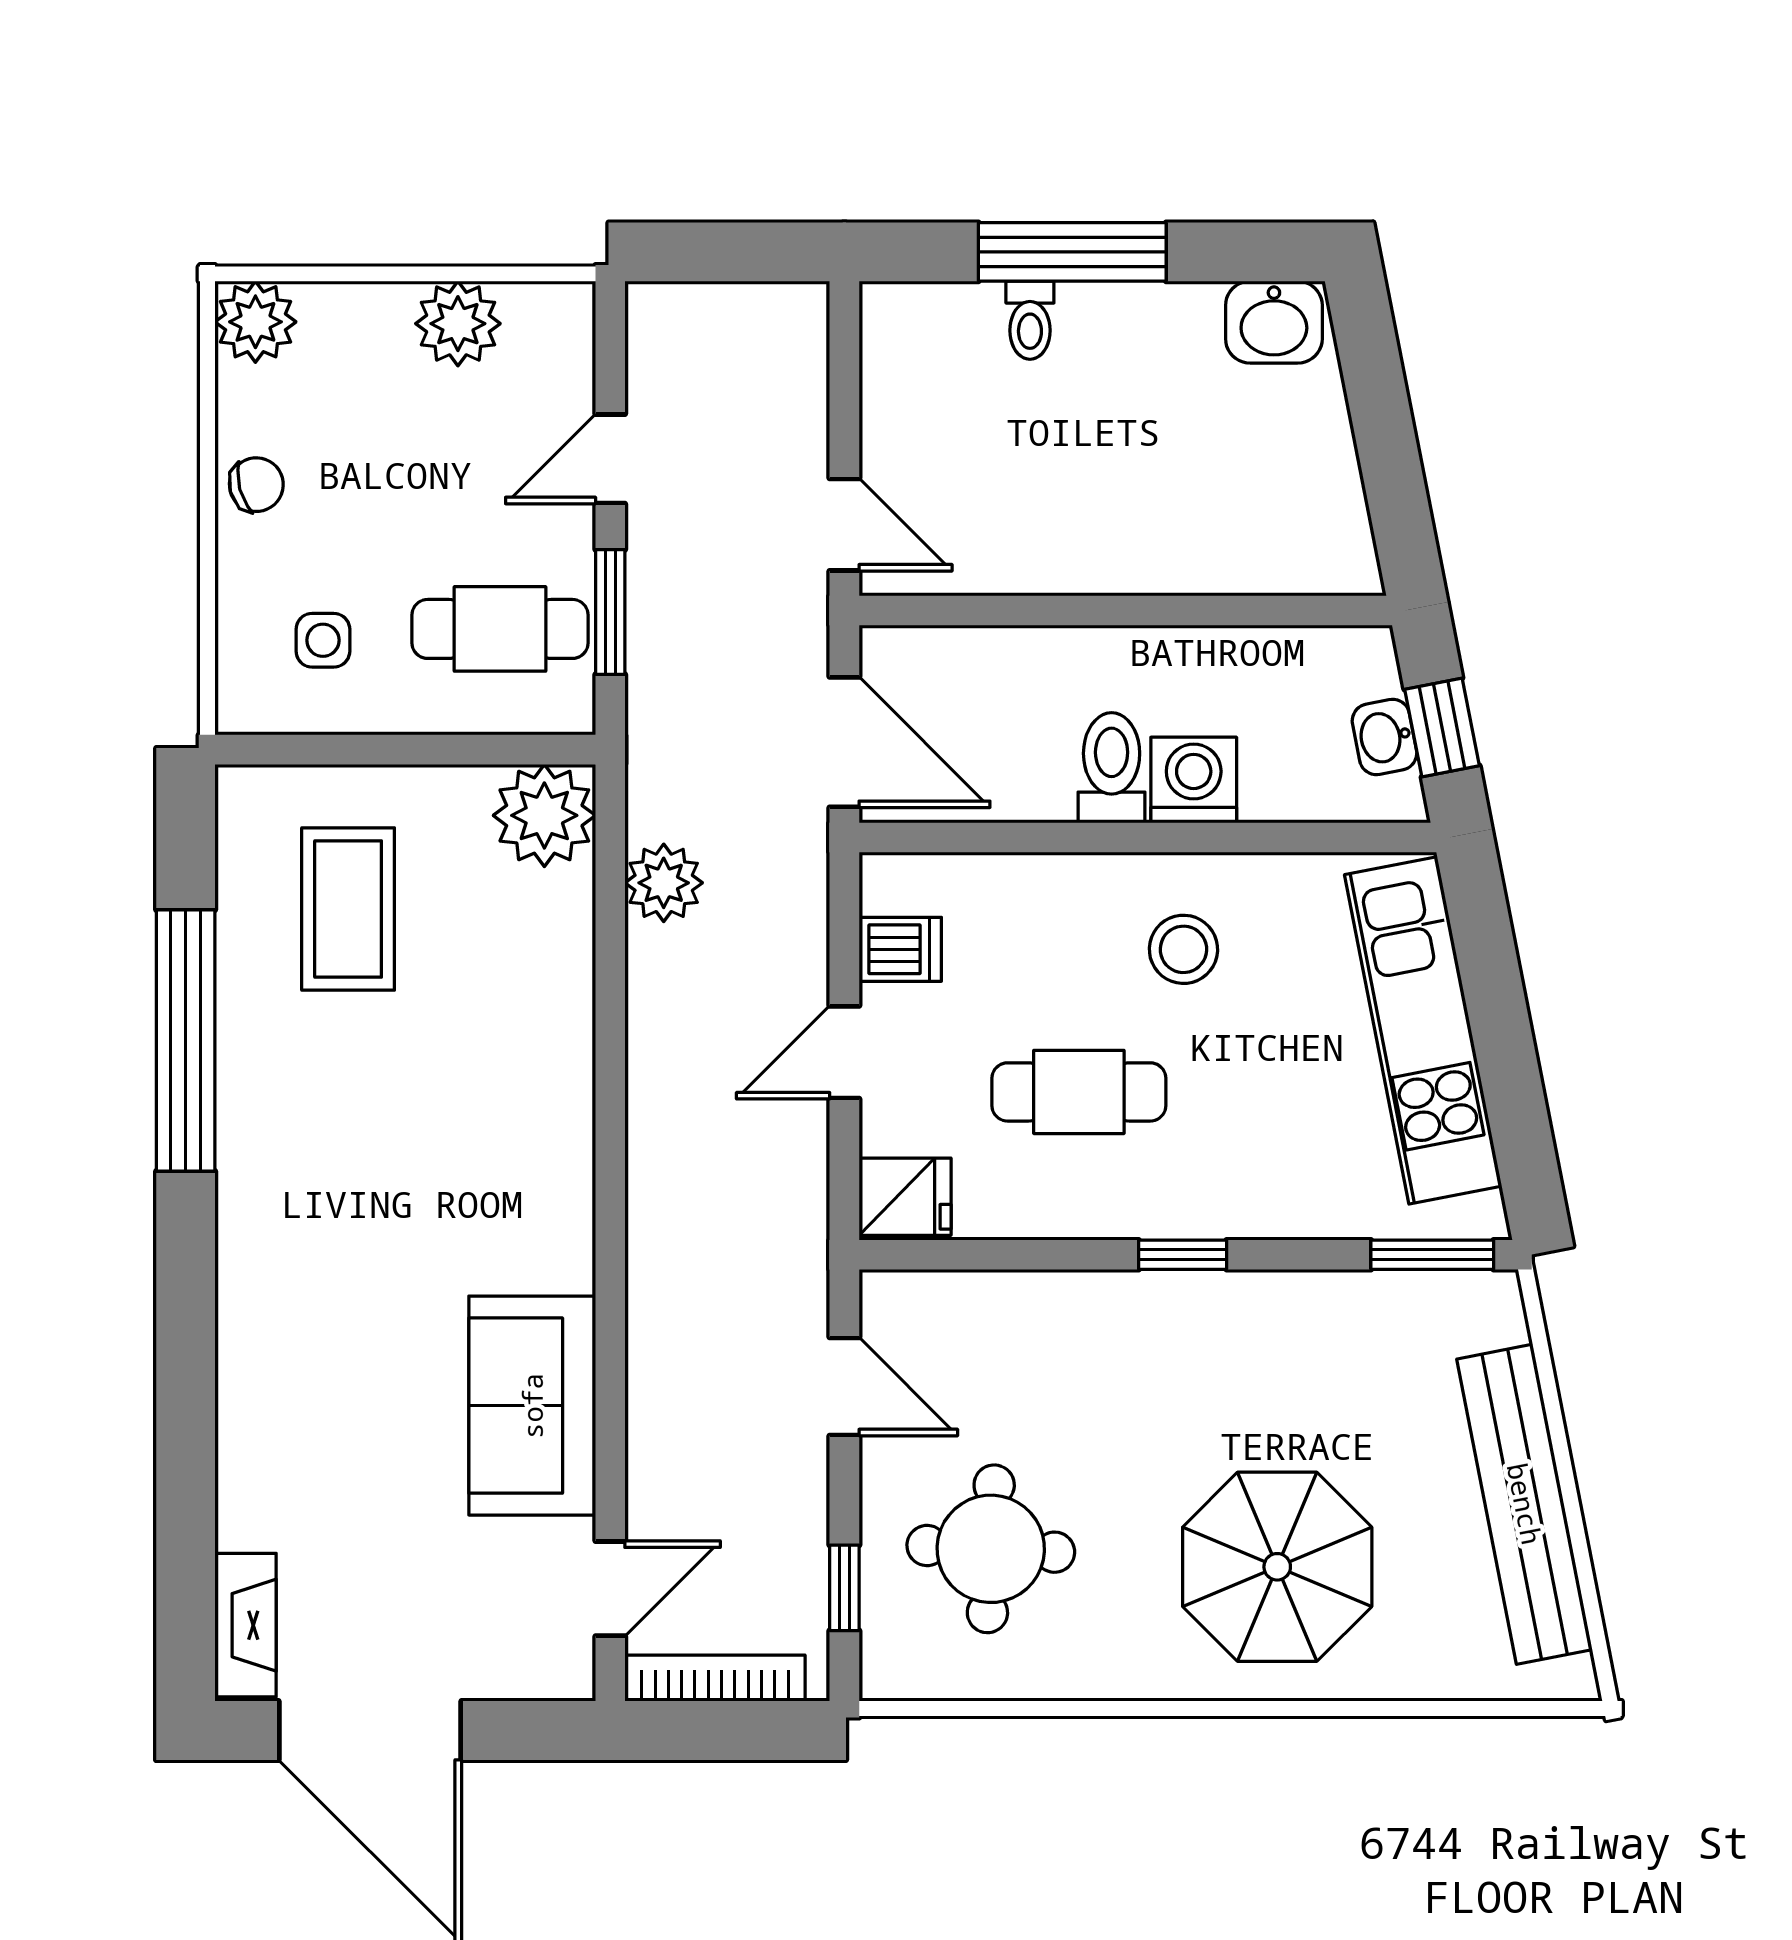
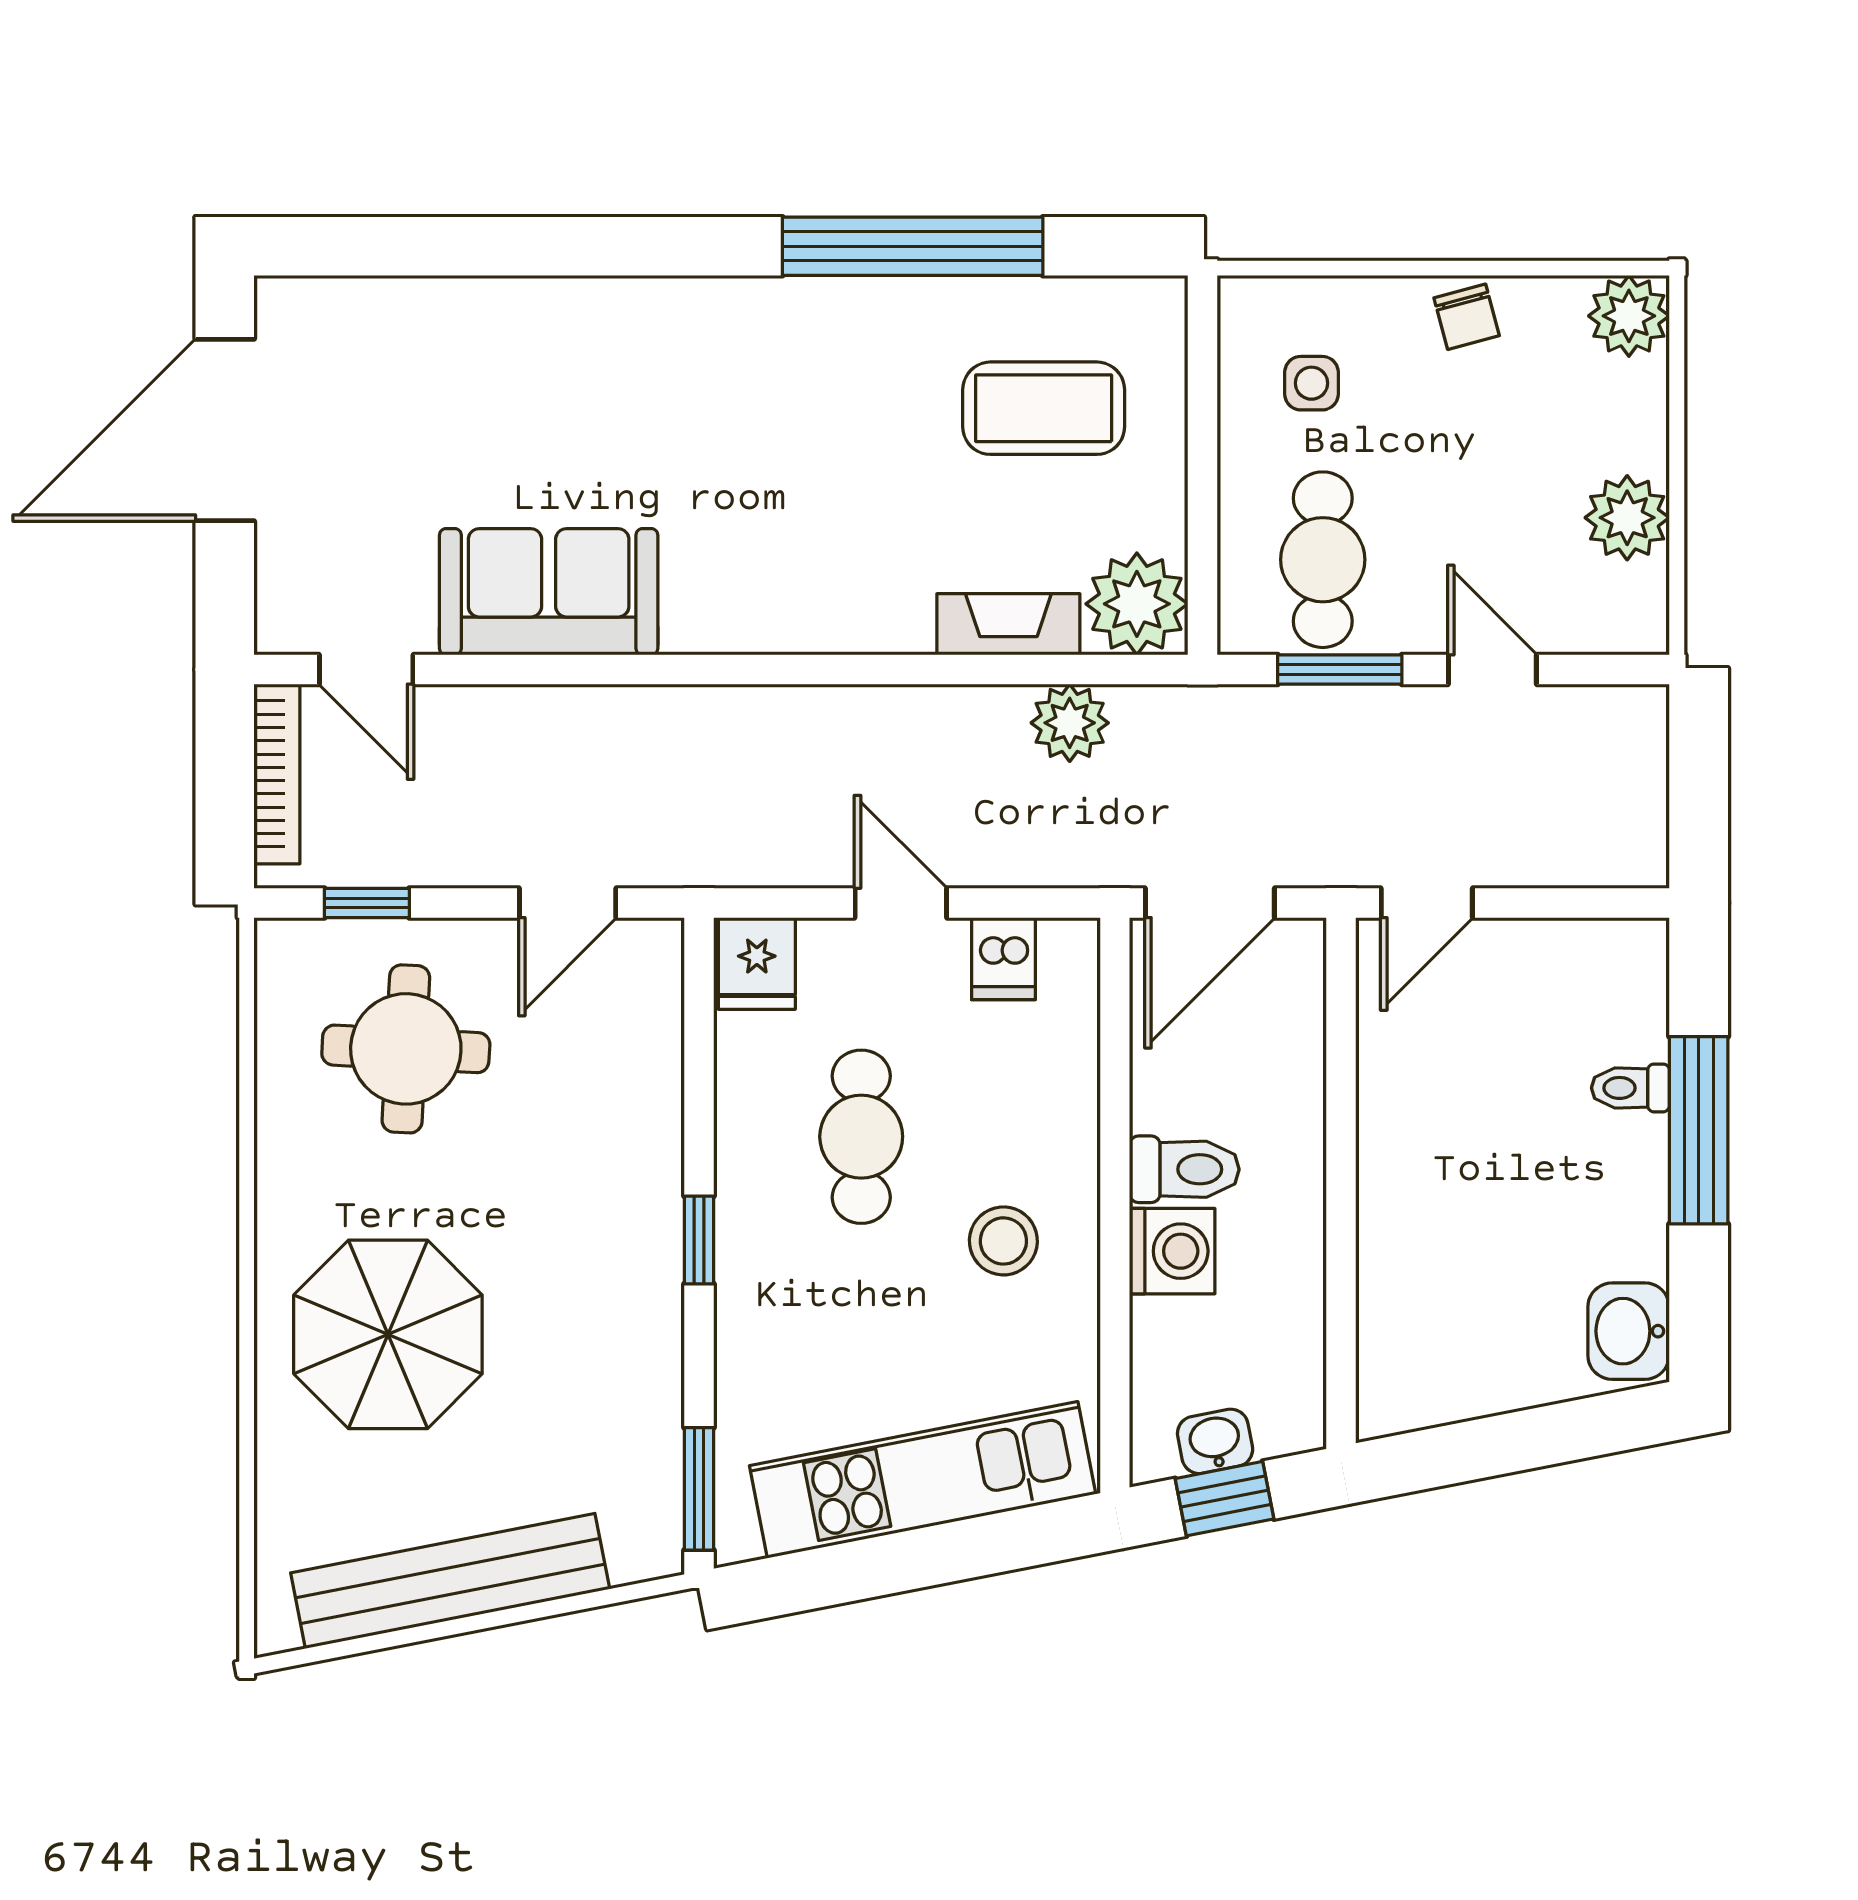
fireplace: (246, 1625) -> (1008, 624), moved, turned 180

